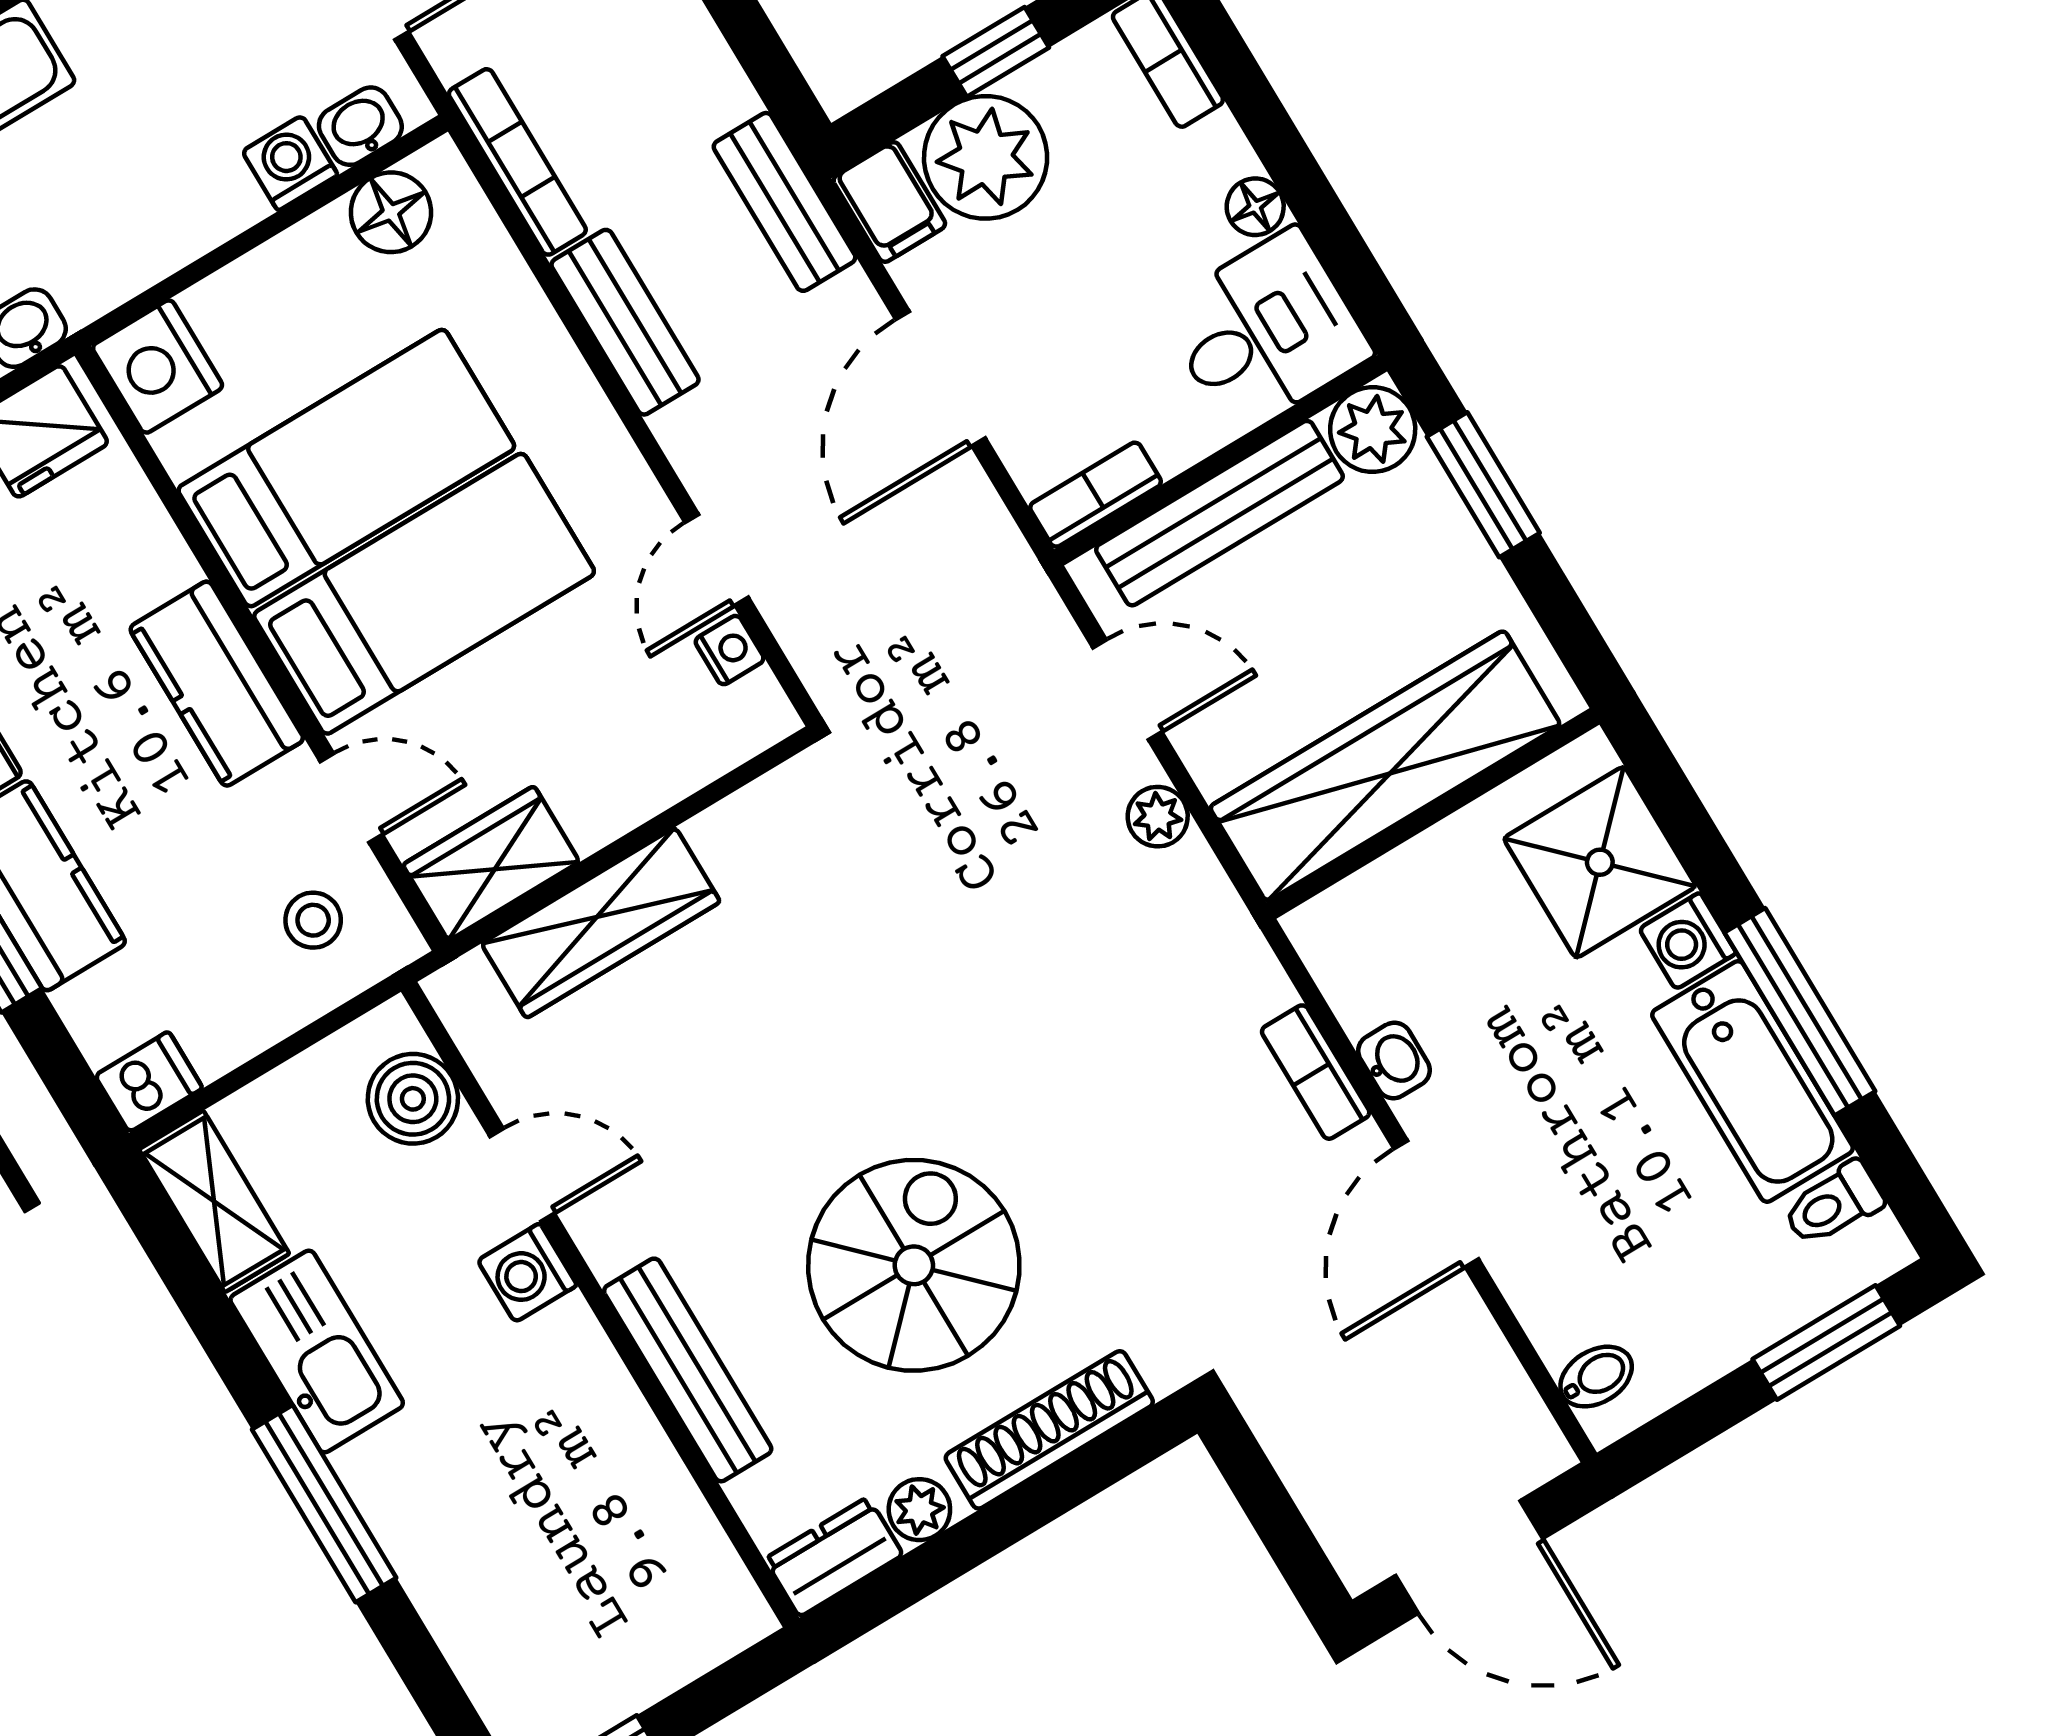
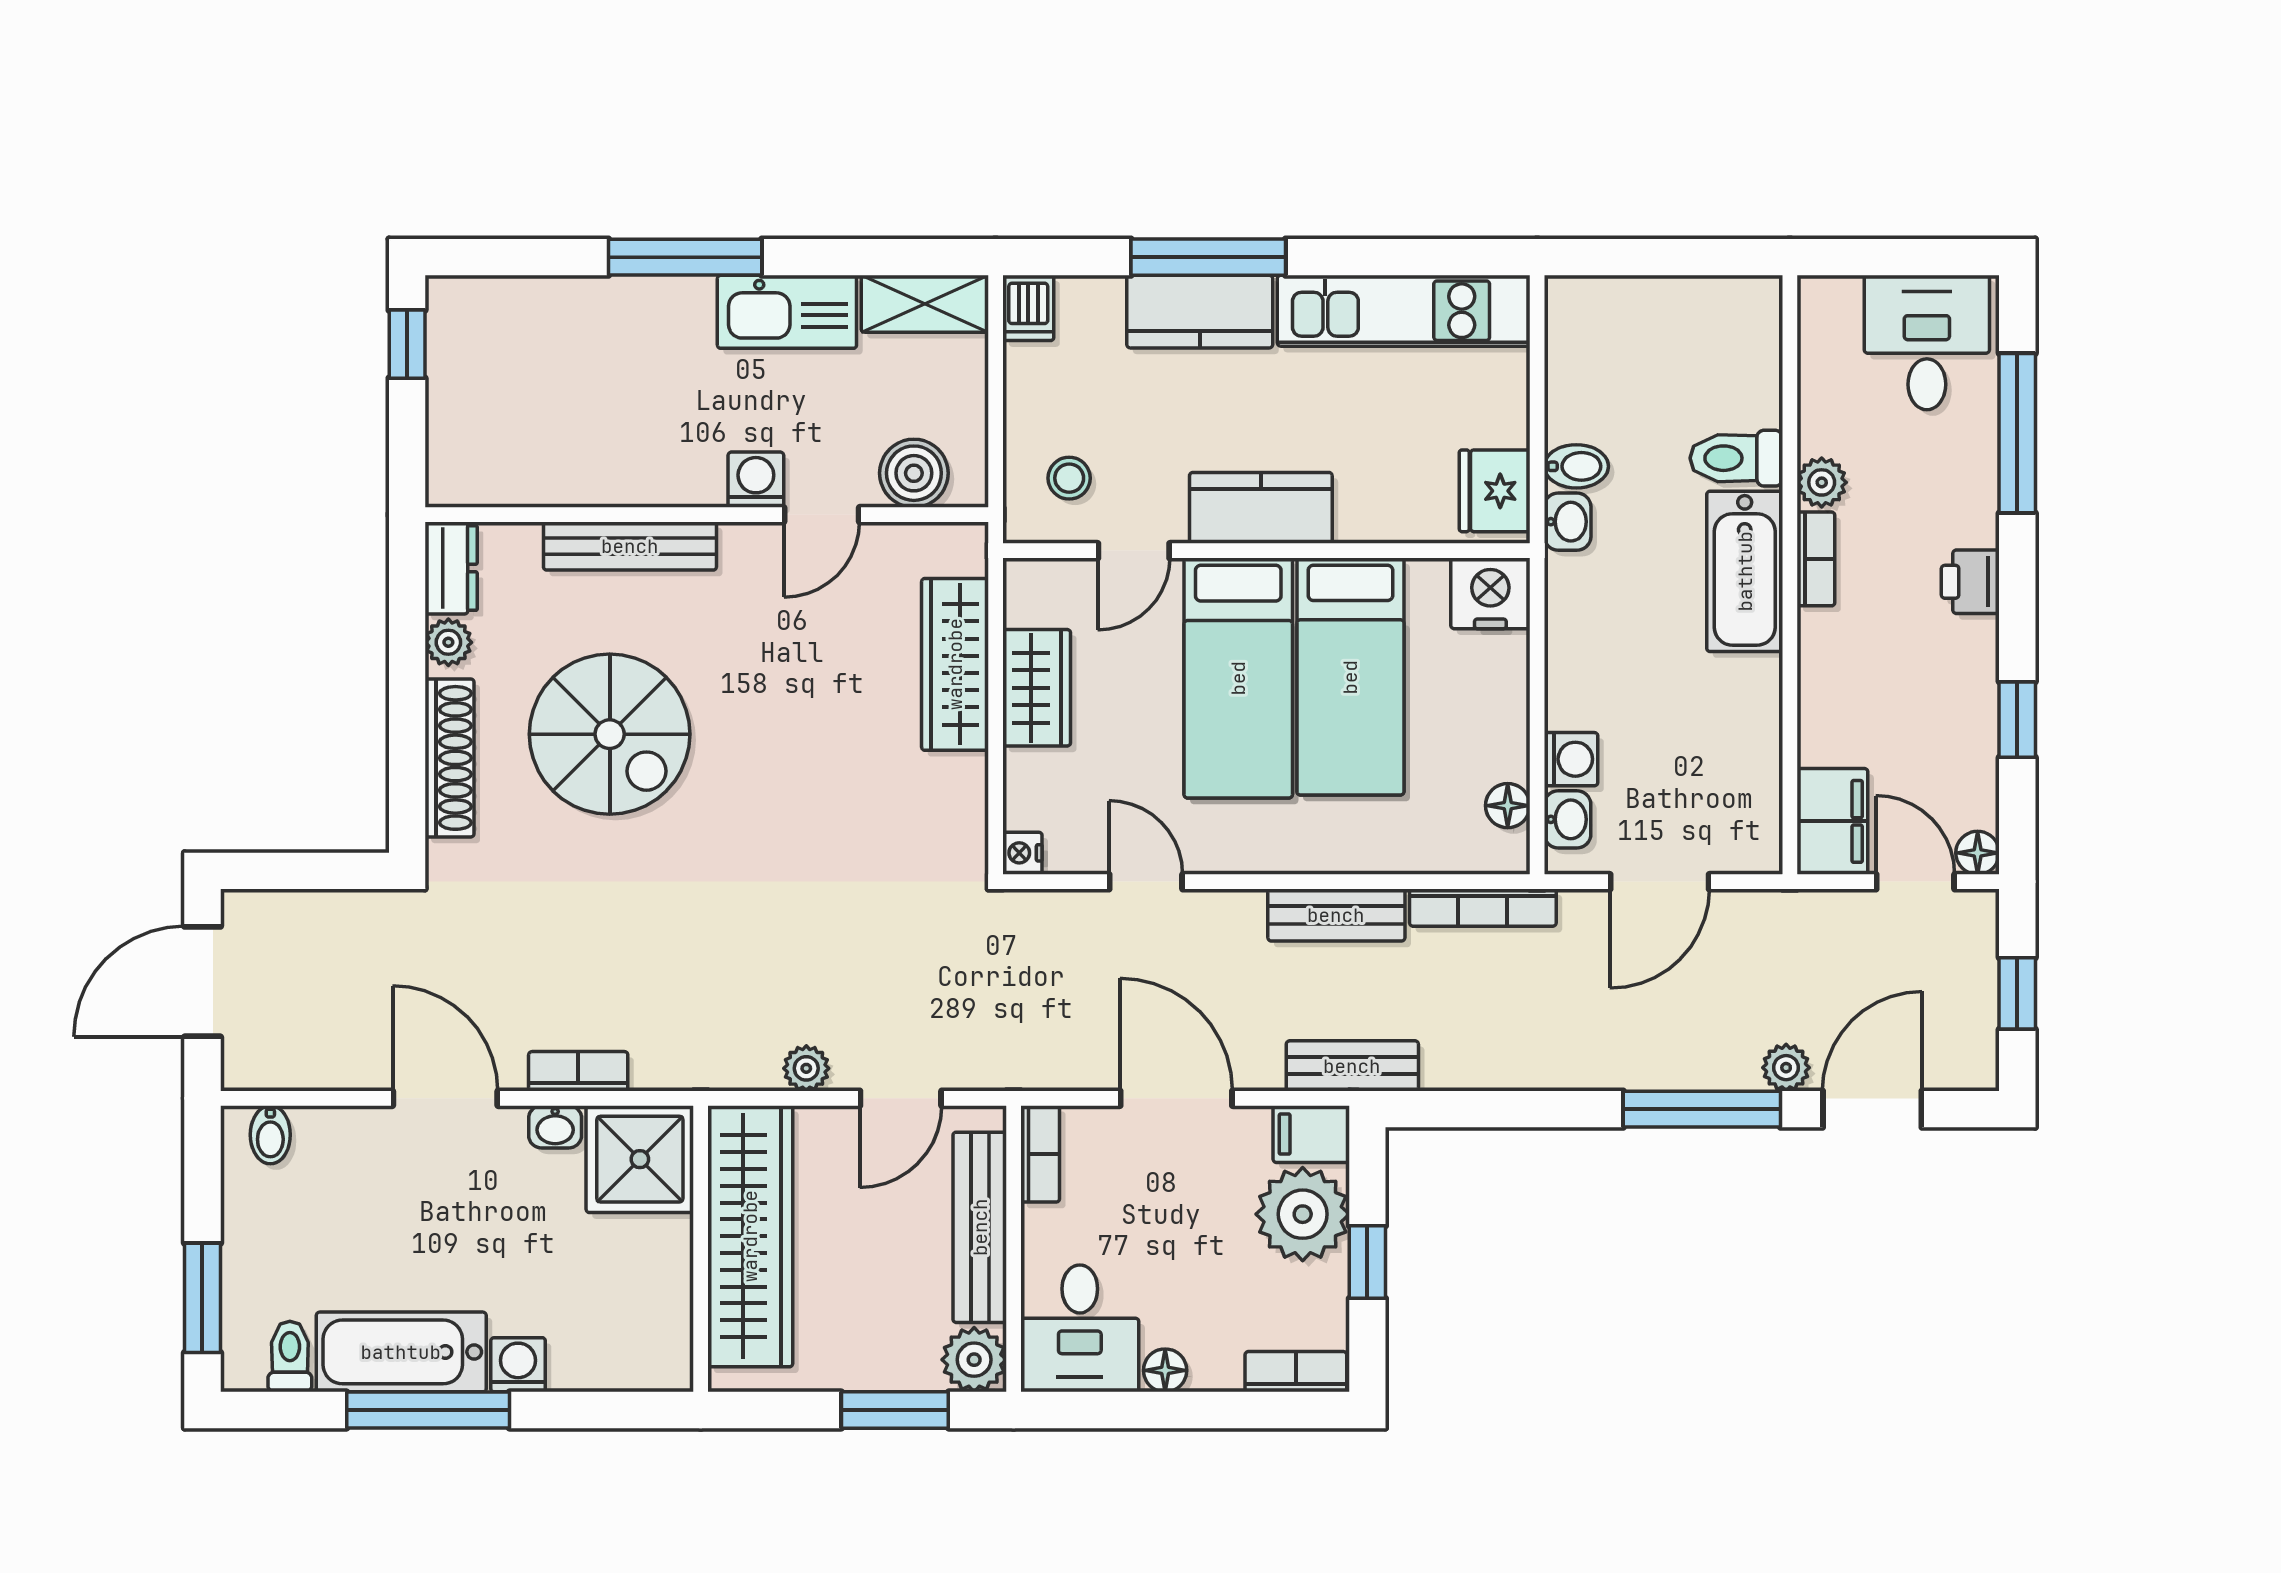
floor lamp: (391, 212) -> (1508, 806), width x0.73, depth x0.73
nightstand: (730, 650) -> (1022, 853), moved, turned 90
shower: (1600, 862) -> (640, 1159), moved
wardrobe: (491, 863) -> (1037, 688), moved

